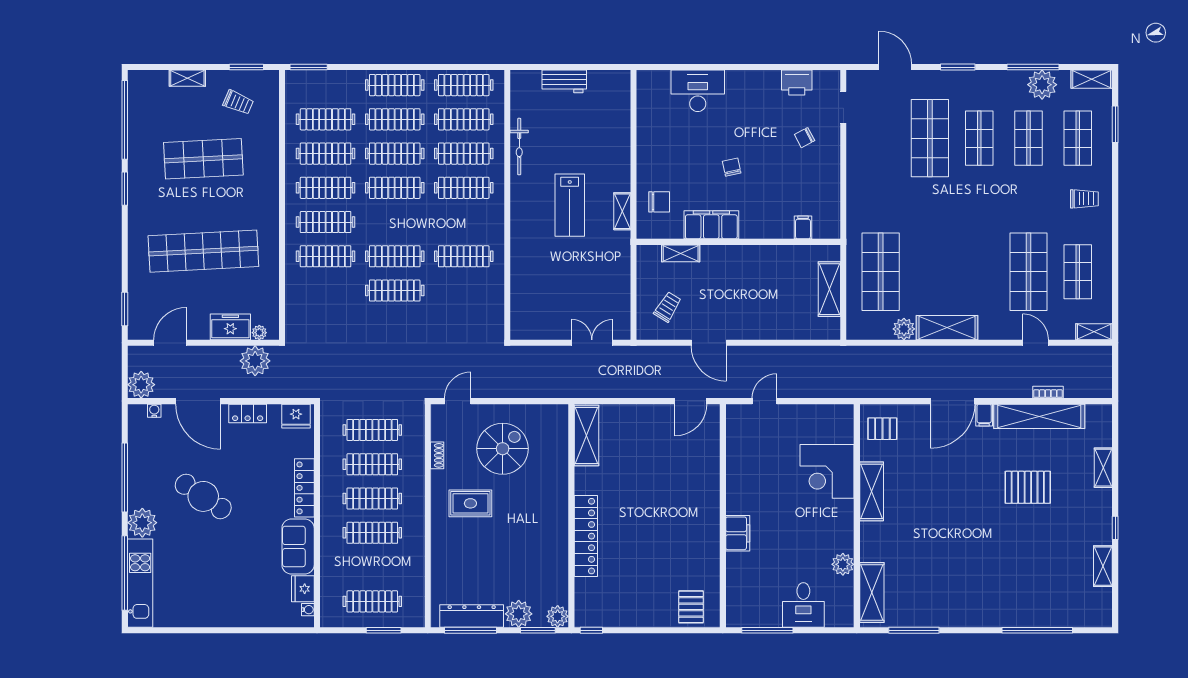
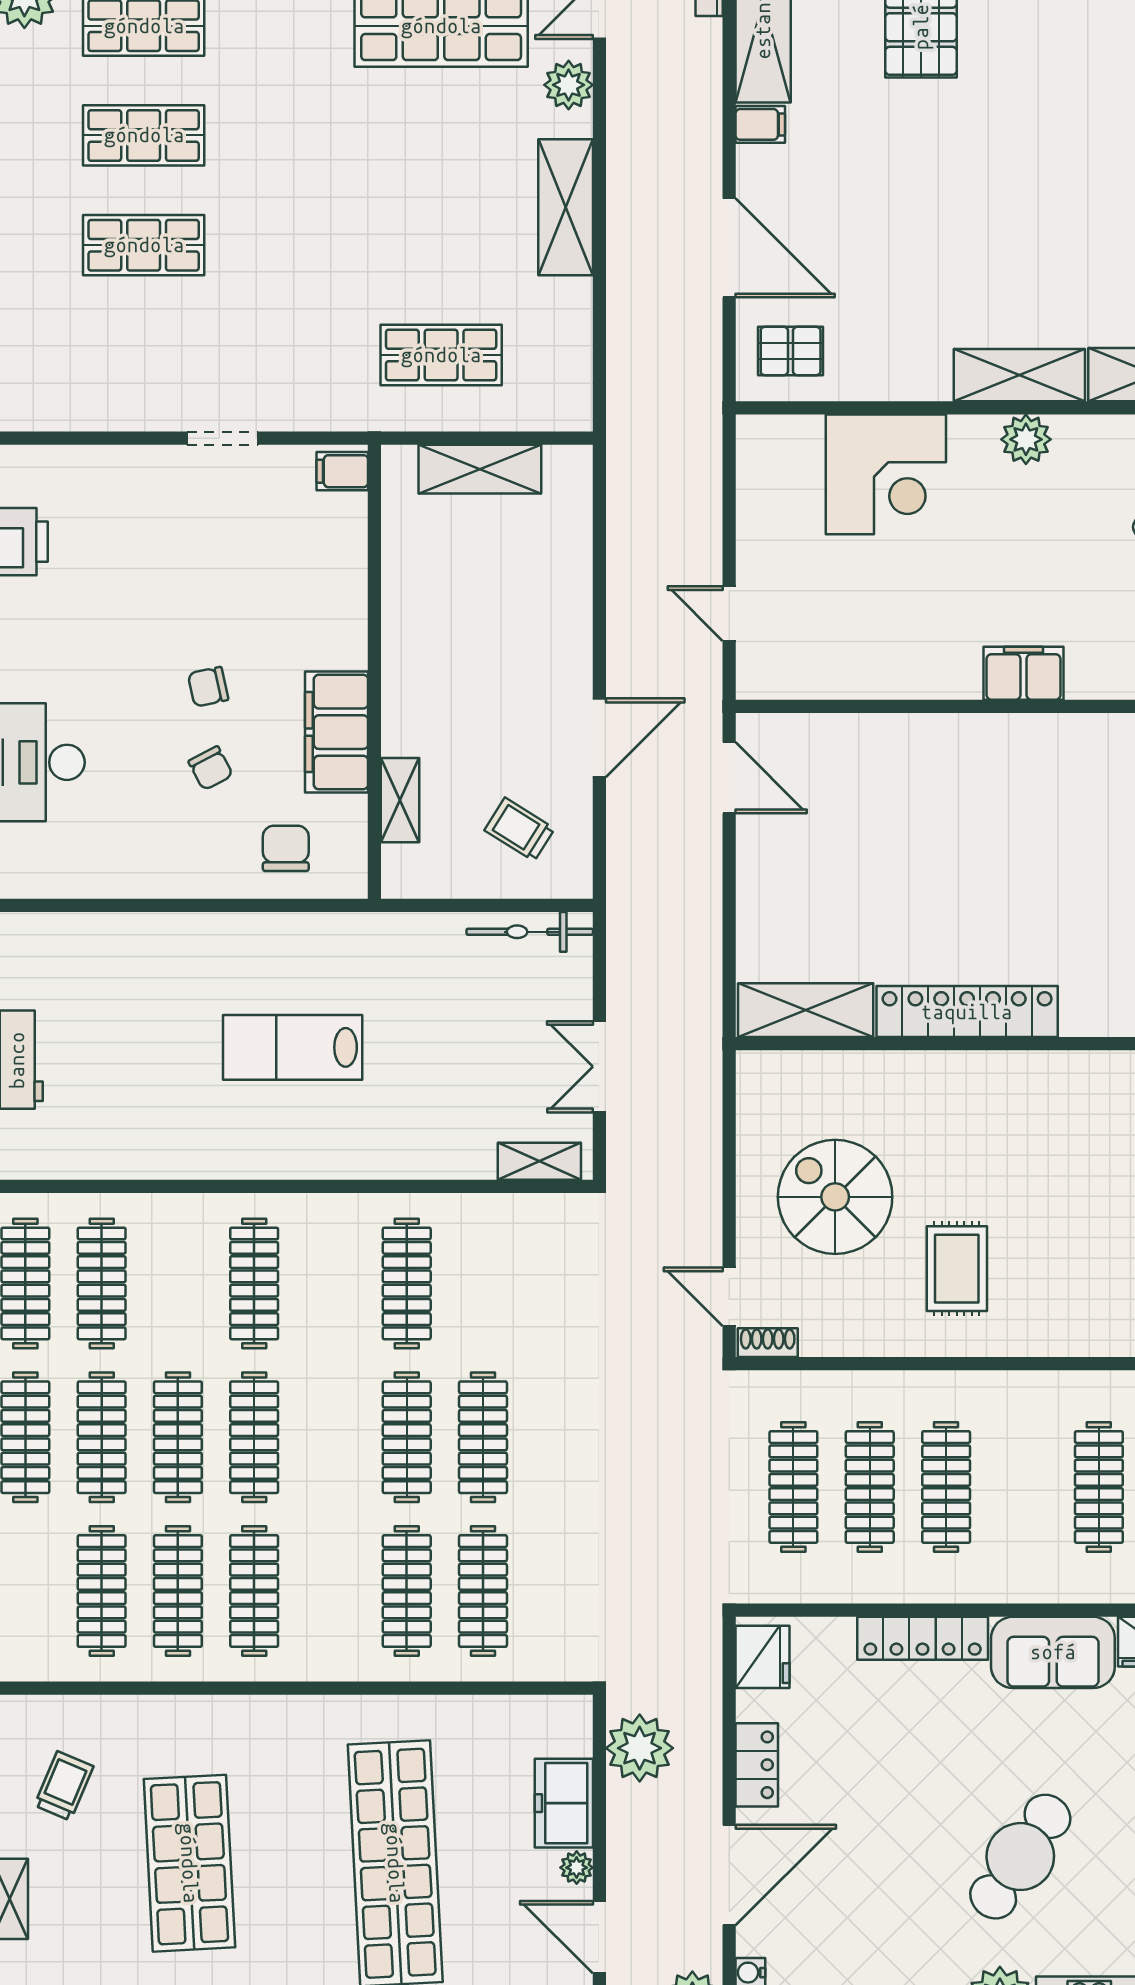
doorway: (843, 107) -> (222, 438), moved
chair: (805, 138) -> (211, 768), moved
shop shelf: (930, 138) -> (144, 245), width x0.70, depth x0.74
bicycle: (519, 147) -> (530, 932), moved, turned 180
clothes rail: (464, 154) -> (178, 1283), removed
lab bench: (570, 205) -> (293, 1047), turned 180
shelving: (622, 211) -> (539, 1161), moved
clothes rail: (326, 222) -> (483, 1591), moved
filing cabinet: (803, 227) -> (342, 471), moved
shop shelf: (881, 272) -> (441, 355), width x0.70, depth x0.74
plant: (904, 329) -> (569, 85), moved
plant: (259, 333) -> (577, 1868), moved
double door: (592, 343) -> (599, 1067), moved
door: (953, 401) -> (729, 248), moved
pallet: (882, 429) -> (791, 351), turned 90
shoe rack: (437, 455) -> (768, 1343), moved
shelving: (872, 491) -> (1019, 375), moved
cafe table: (203, 496) -> (1020, 1857), moved
clothes rail: (372, 533) -> (1099, 1487), moved
locker: (586, 536) -> (967, 1012), moved
plant: (843, 564) -> (1026, 439), moved

